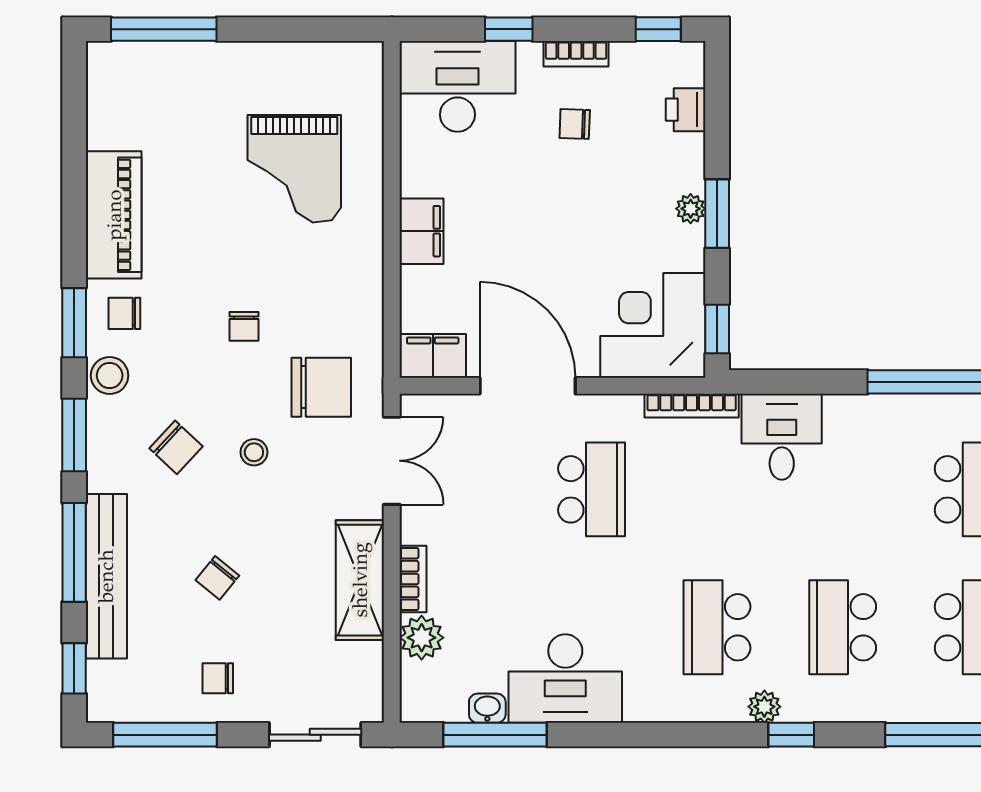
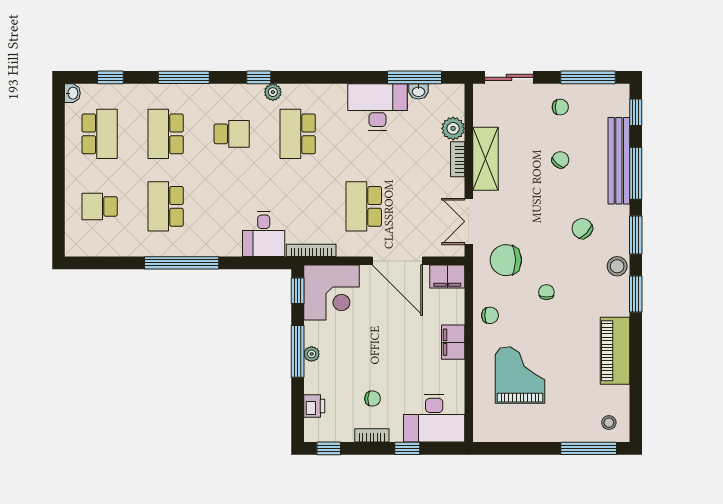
window: (717, 214) -> (298, 351), width x1.44
chair: (124, 313) -> (490, 315), moved
stool: (254, 452) -> (609, 423), moved
school desk: (717, 627) -> (298, 134), turned 180
school desk: (843, 627) -> (232, 134), width x0.54

